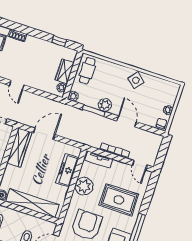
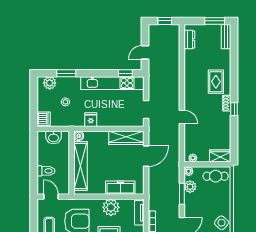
window: (59, 41) -> (234, 109), moved
wardrobe: (65, 71) -> (220, 156), moved
door: (17, 85) -> (182, 117), swing flipped
plant: (105, 105) -> (190, 187), moved
door: (44, 134) -> (146, 156), hinge flipped

